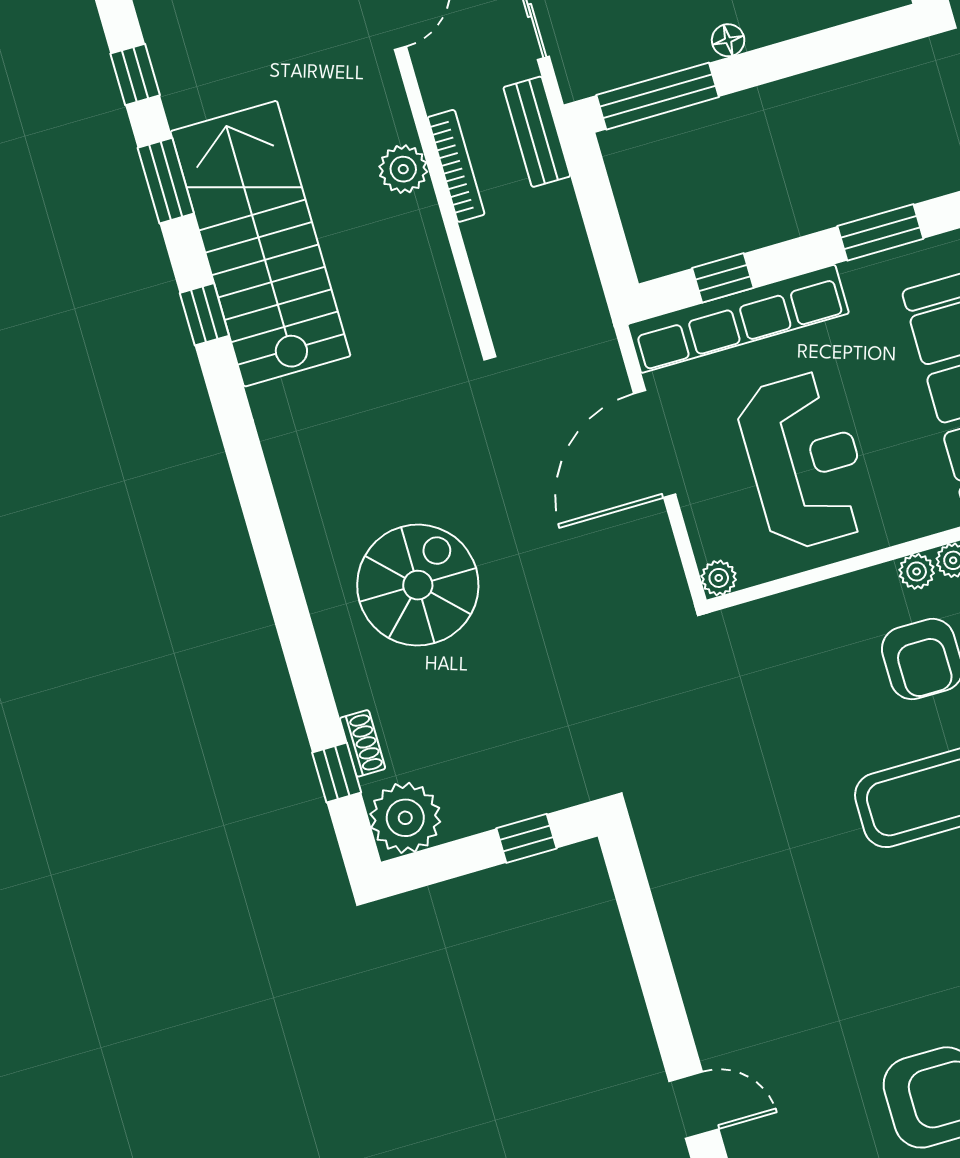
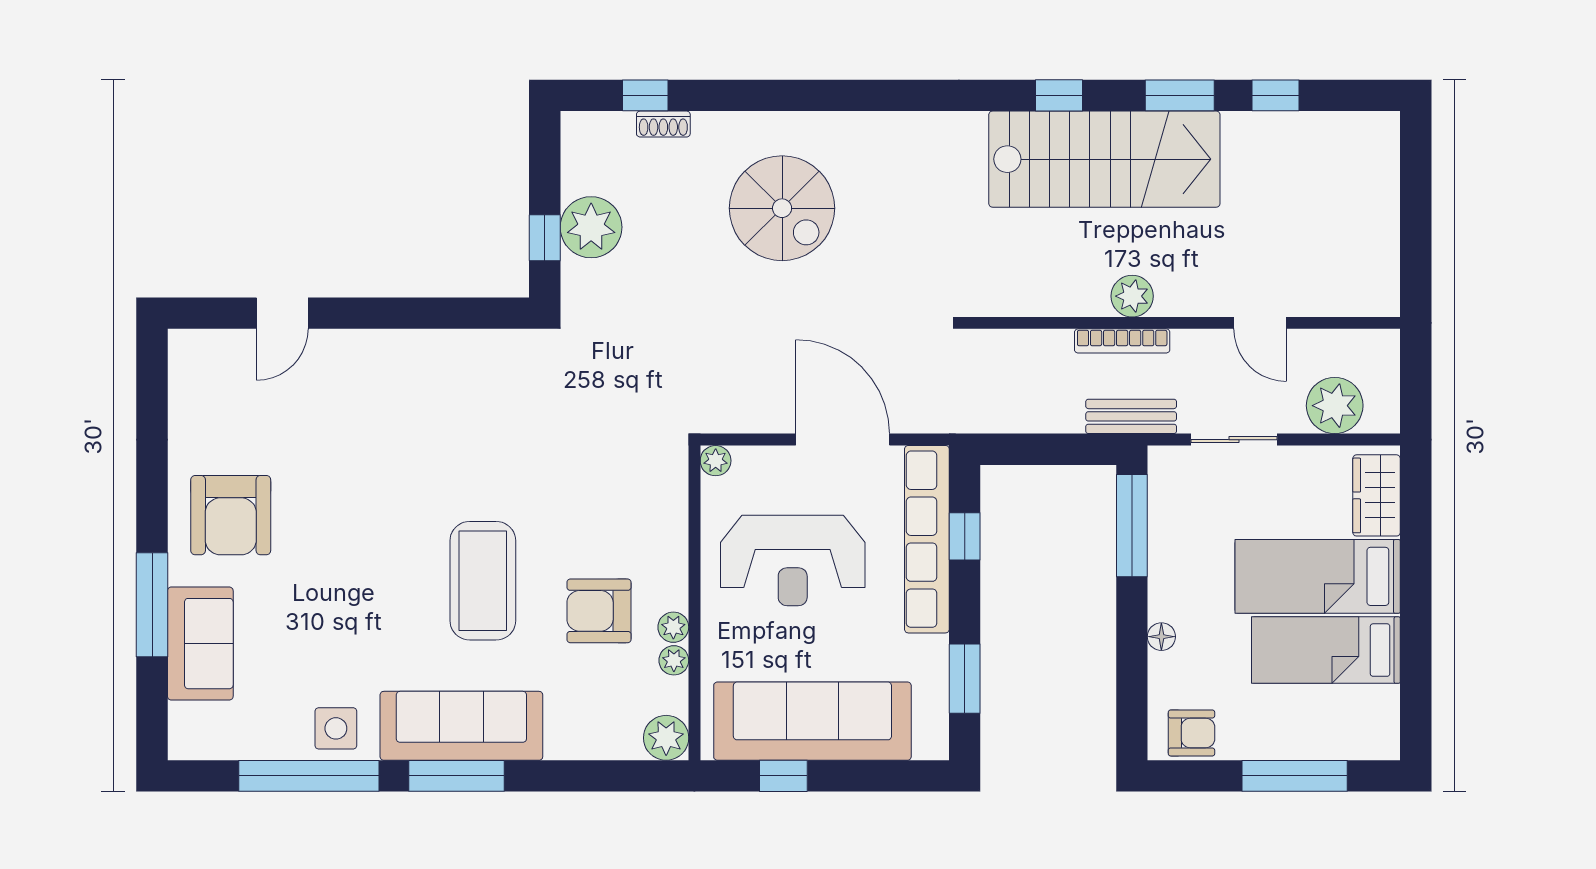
floor lamp: (728, 40) -> (1161, 637), moved
plant: (405, 818) -> (591, 227), moved

